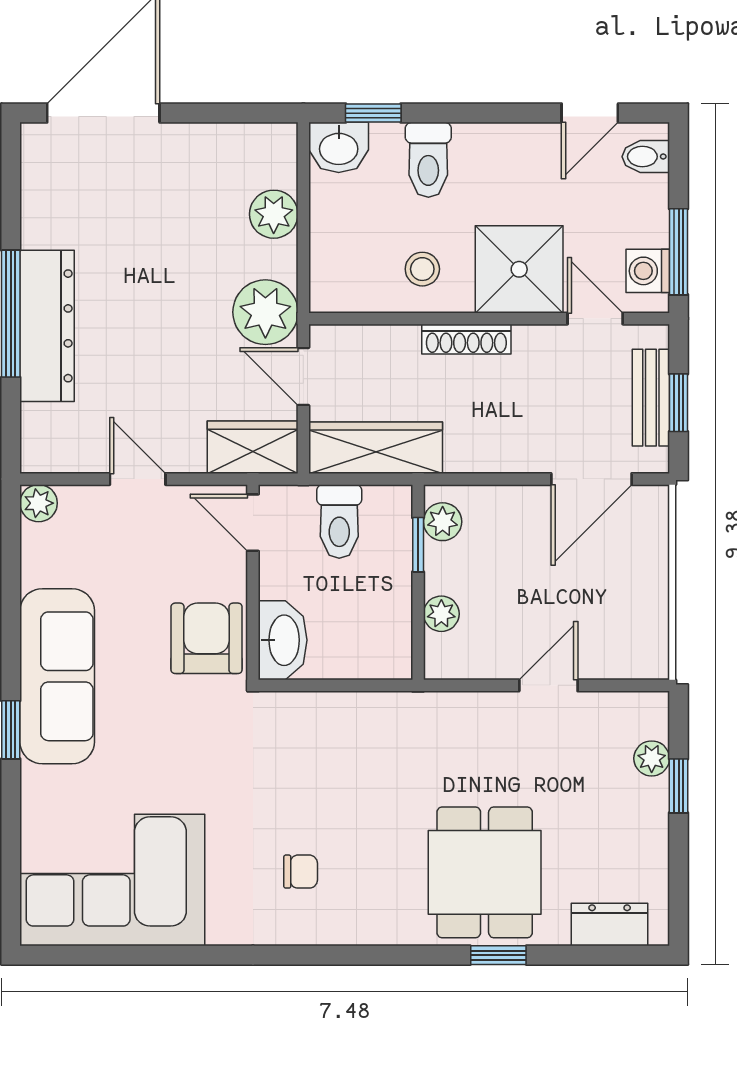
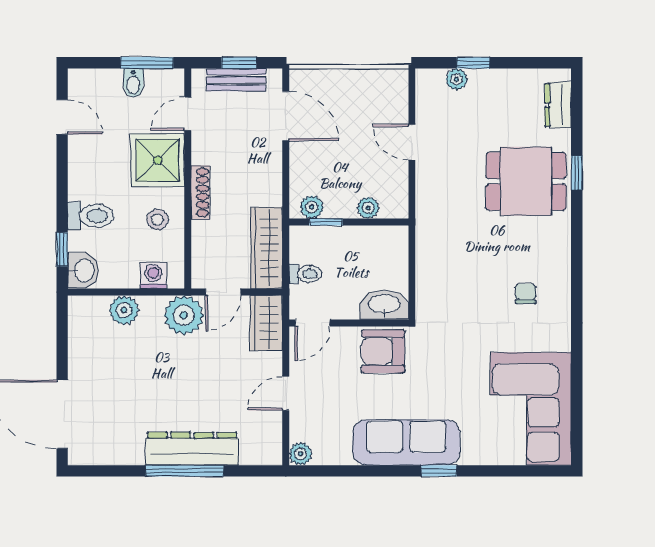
bidet: (646, 157) -> (133, 83), moved
washing machine: (648, 271) -> (153, 275), moved, turned 180
toilet: (339, 521) -> (305, 274), width x0.73, depth x0.72

